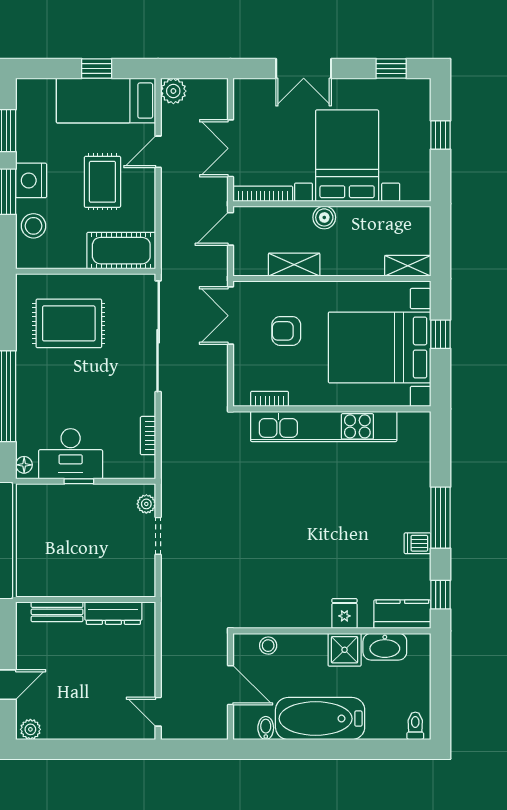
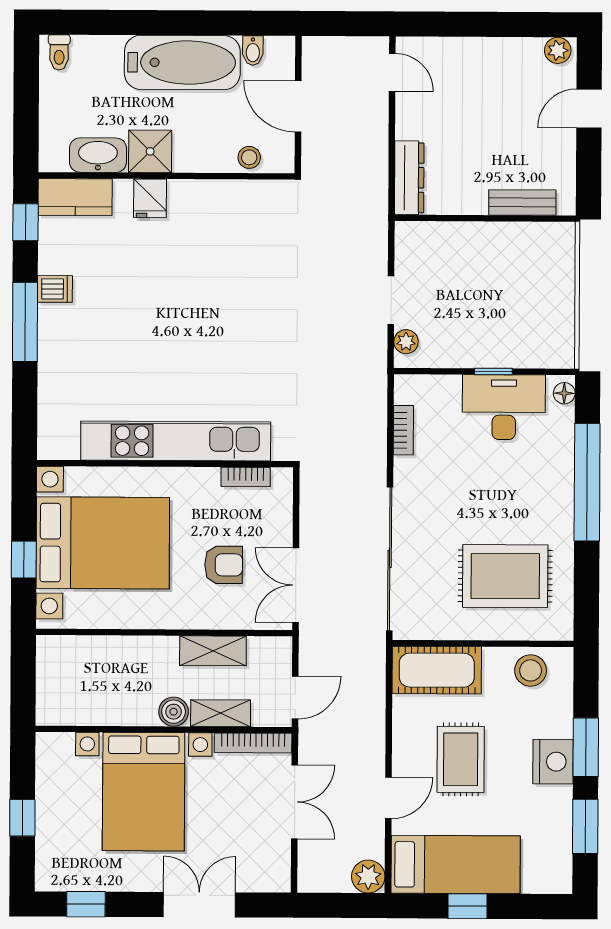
stool: (33, 226) -> (531, 670), moved
shelving: (408, 266) -> (221, 713), moved
double door: (230, 316) -> (296, 585), swing flipped
dresser: (113, 613) -> (409, 178), moved, turned 90

